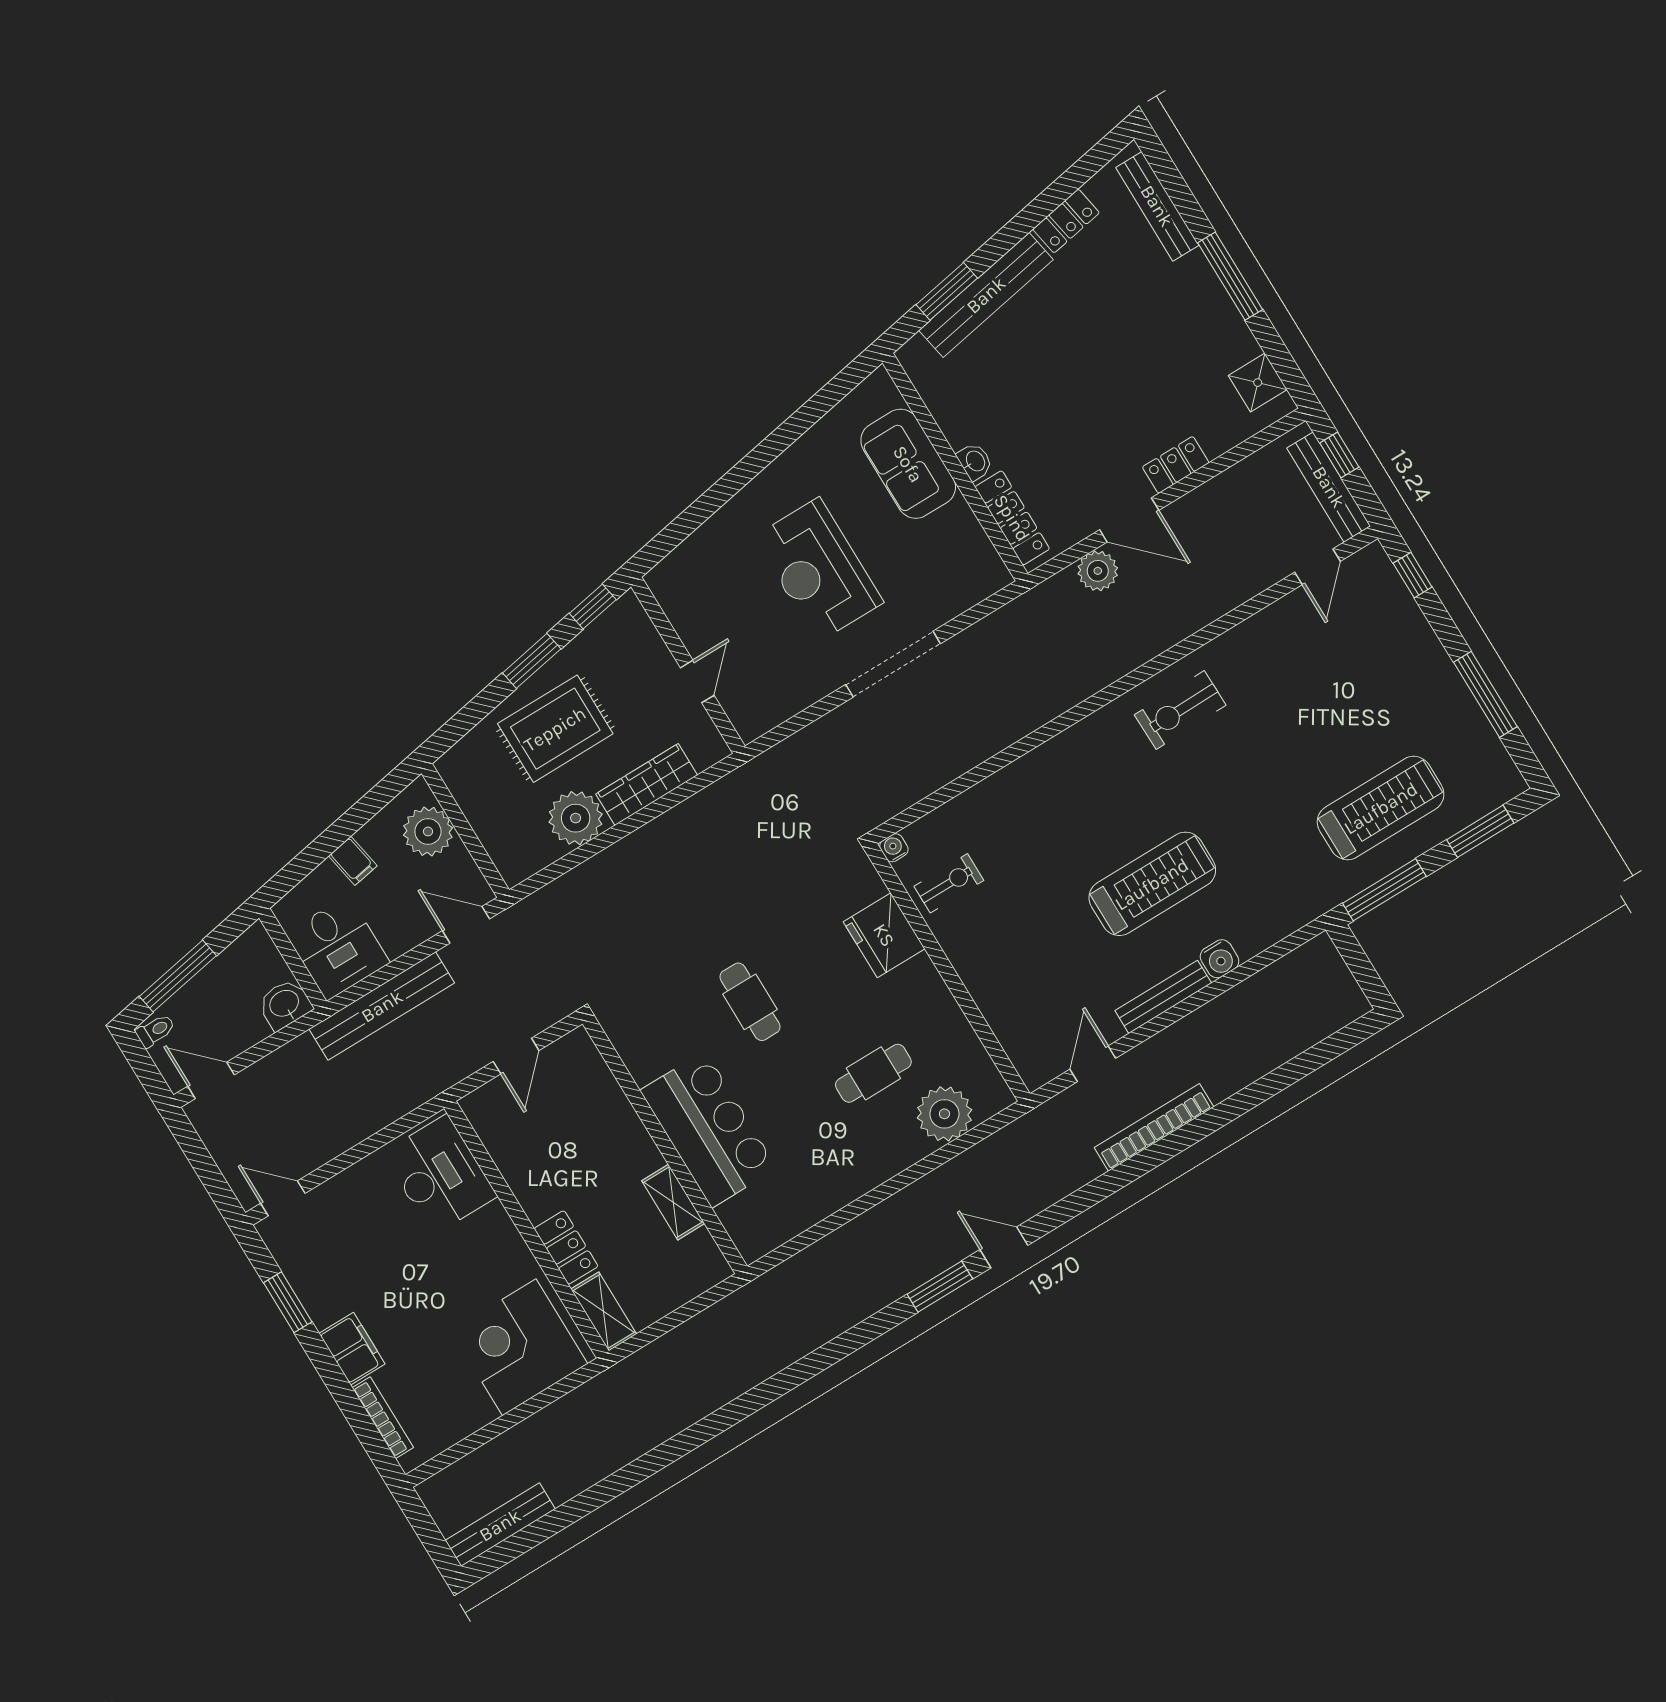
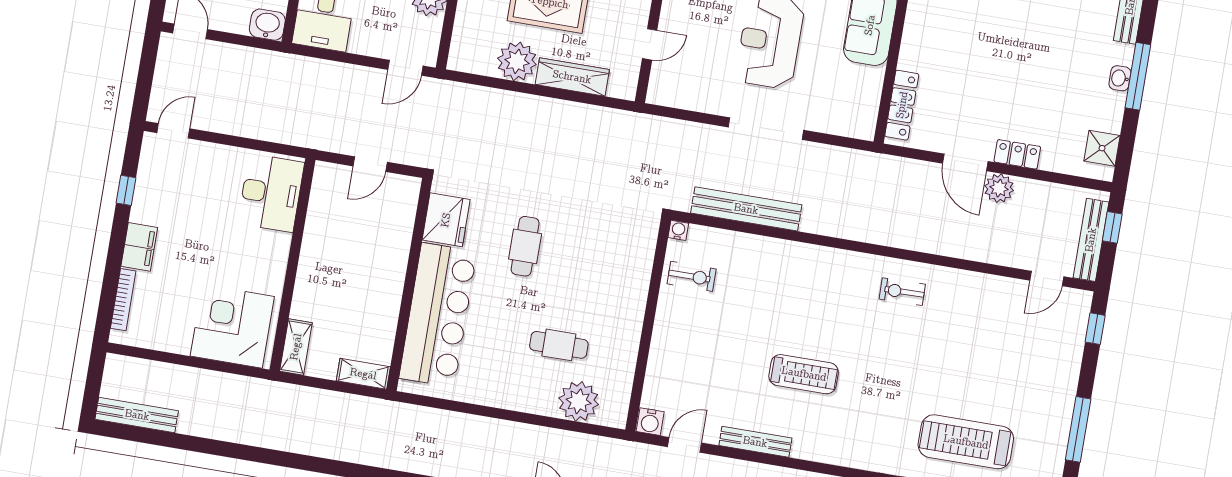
washbasin: (975, 461) -> (1120, 78), moved, turned 180
plant: (1098, 571) -> (999, 188), moved
exercise bike: (1180, 710) -> (902, 292), width x0.73, depth x0.72
treadmill: (1381, 808) -> (966, 442), turned 180
treadmill: (1152, 884) -> (804, 374), width x0.73, depth x0.73
door: (466, 925) -> (405, 68), swing flipped
fridge: (884, 935) -> (446, 220), moved, turned 180
water cooler: (1220, 959) -> (650, 422), moved
bench: (382, 1006) -> (746, 209), moved
bar counter: (708, 1129) -> (438, 315), width x1.36
door: (283, 1198) -> (173, 131), hinge flipped
shelving: (673, 1202) -> (363, 374), moved, turned 90
locker: (566, 1247) -> (306, 294), removed
window: (288, 1302) -> (126, 190), width x0.67

